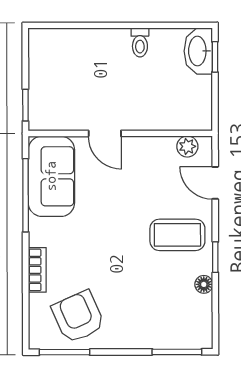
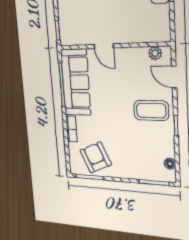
sofa: (51, 176) -> (76, 82), width x1.36
floor lamp: (204, 284) -> (170, 164), moved

